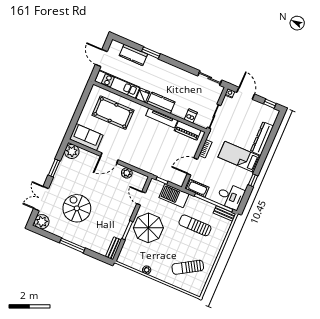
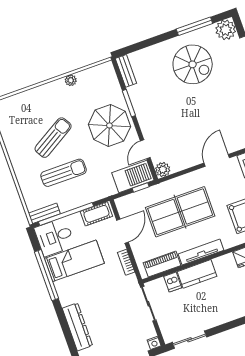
kitchen counter: (161, 103) -> (197, 274), moved
table tennis table: (153, 149) -> (180, 212), added
bed: (239, 157) -> (74, 261), moved
plant: (127, 173) -> (163, 169), moved
window: (253, 180) -> (47, 275), width x3.17
barbecue: (174, 196) -> (133, 177), moved
door: (141, 198) -> (145, 149), swing flipped
spiral stairs: (77, 208) -> (193, 64), moved
window: (72, 245) -> (194, 26), moved
sun lounger: (188, 267) -> (53, 138), moved

